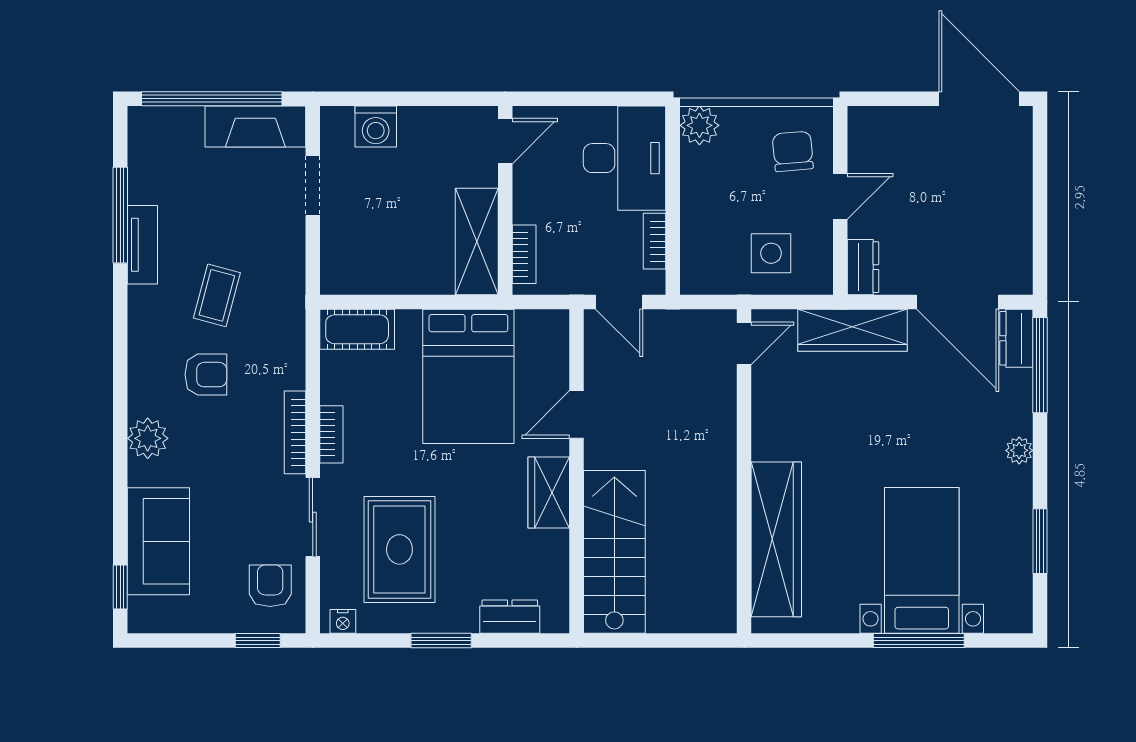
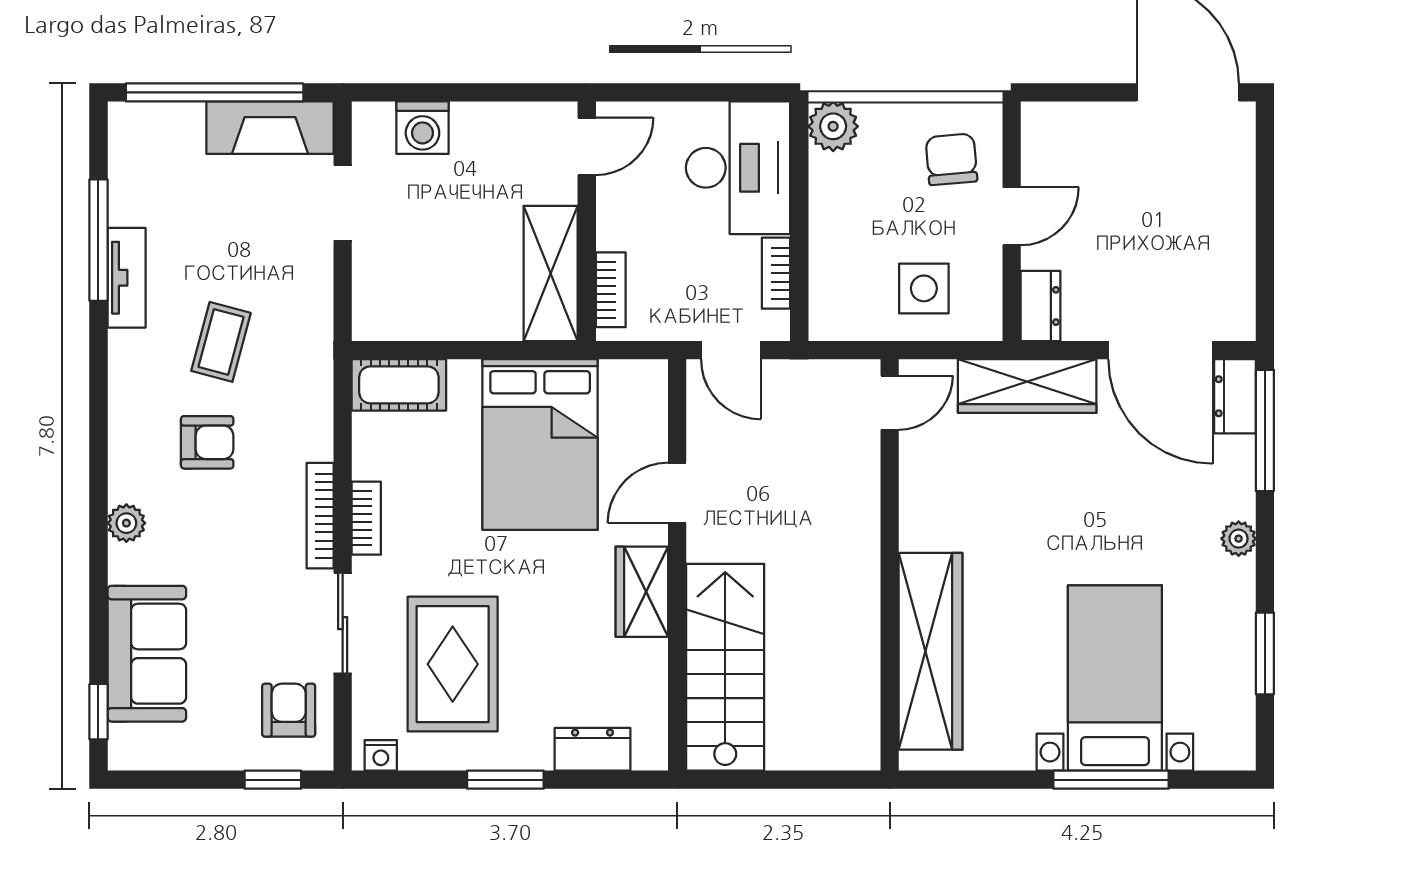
plant: (148, 438) -> (126, 523), width x0.73, depth x0.73

